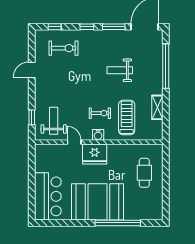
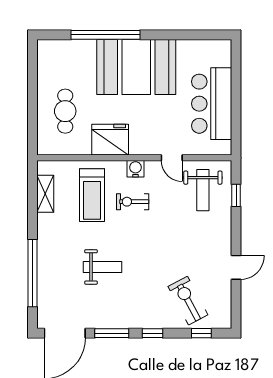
exercise bike: (63, 48) -> (188, 301), turned 62
shelving: (157, 107) -> (45, 194), moved
fridge: (95, 154) -> (110, 140), moved
bar counter: (48, 196) -> (212, 104), moved

